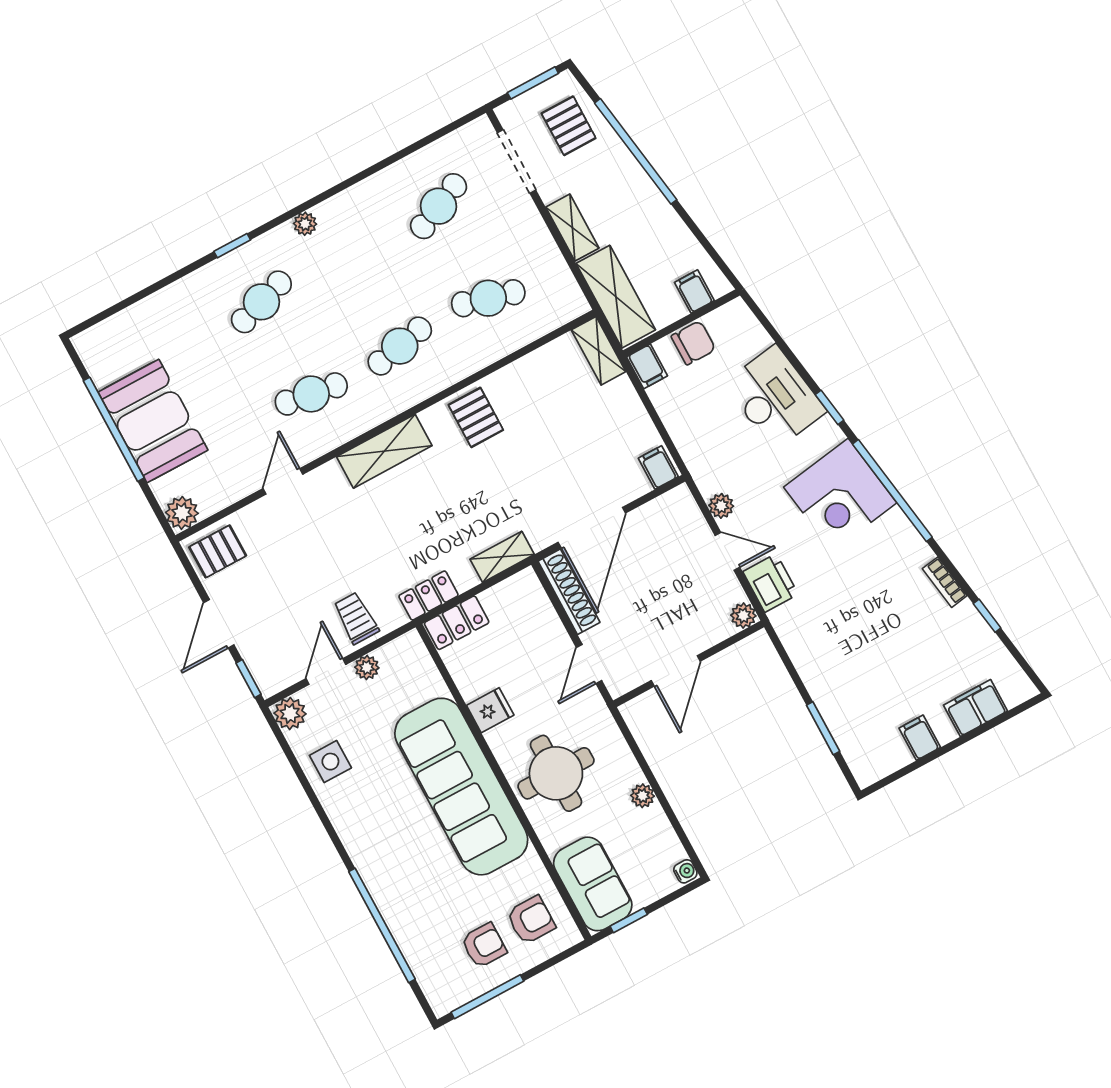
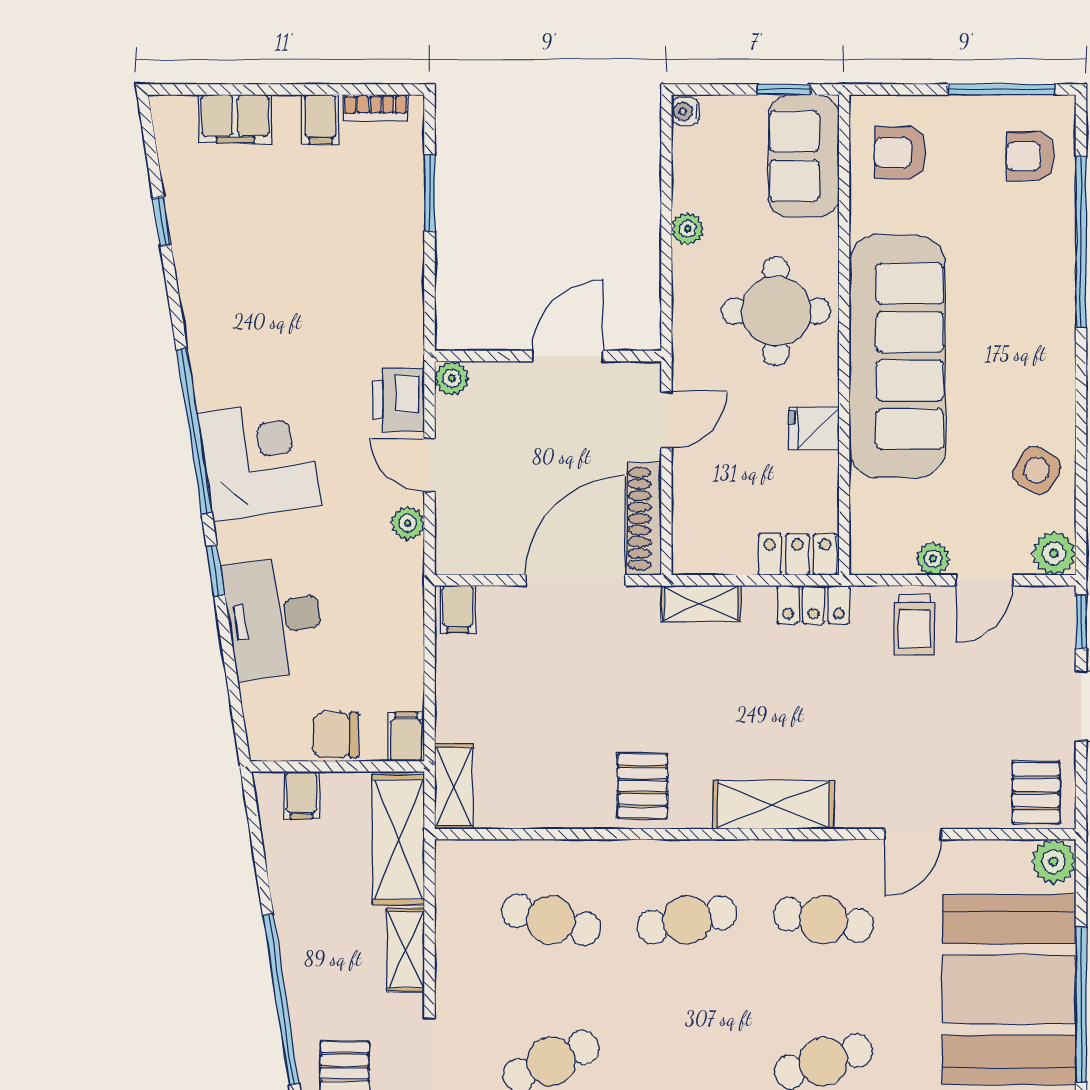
booth: (153, 421) -> (1009, 989), width x1.36, depth x1.42
pallet: (218, 551) -> (1036, 793), turned 90
bookcase: (945, 582) -> (376, 108), moved, turned 99
side table: (330, 762) -> (1037, 470), turned 31
armchair: (484, 945) -> (1030, 156), moved

